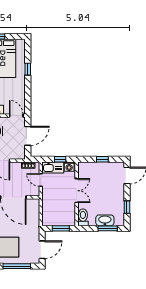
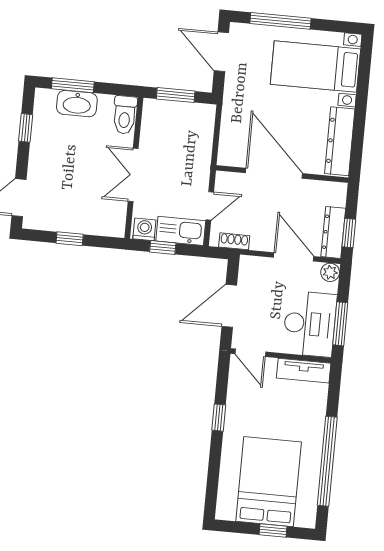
window: (28, 69) -> (219, 418), moved
door: (41, 180) -> (210, 206), hinge flipped
door: (42, 250) -> (221, 52), hinge flipped

